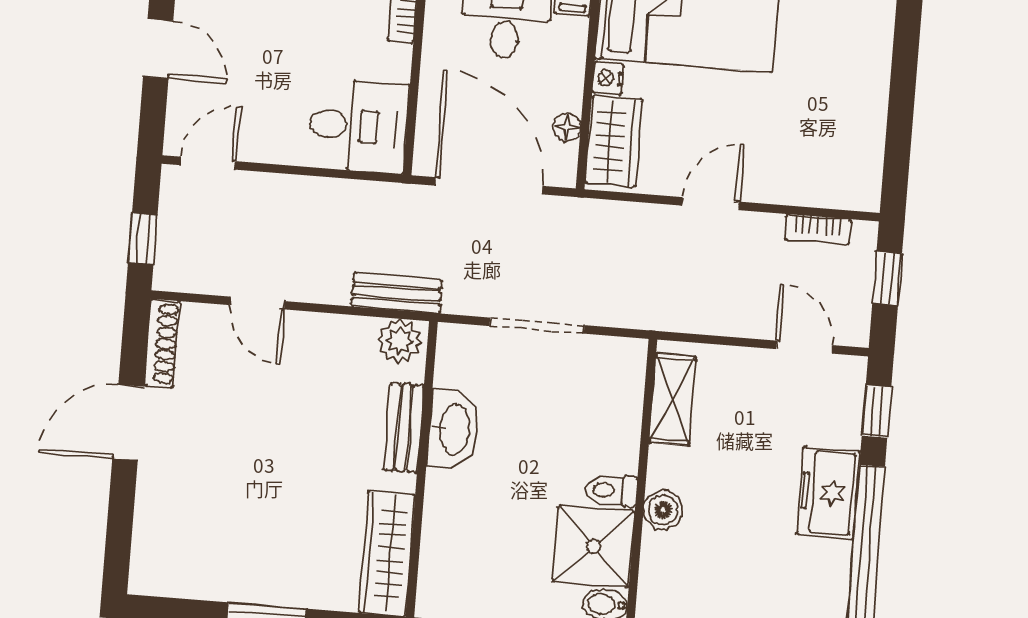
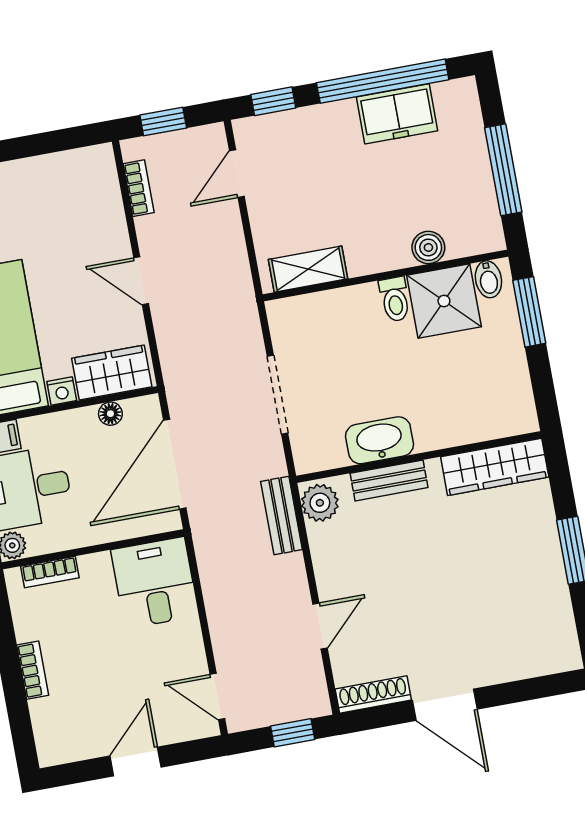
freezer: (828, 493) -> (397, 114), moved
boiler: (663, 510) -> (428, 247), moved

